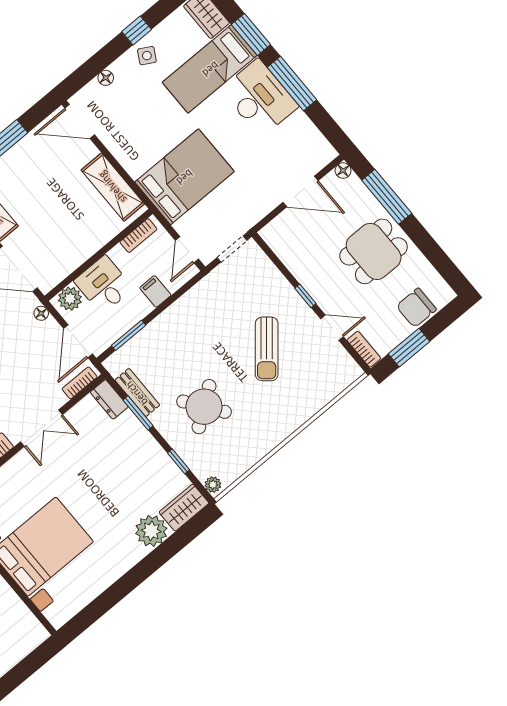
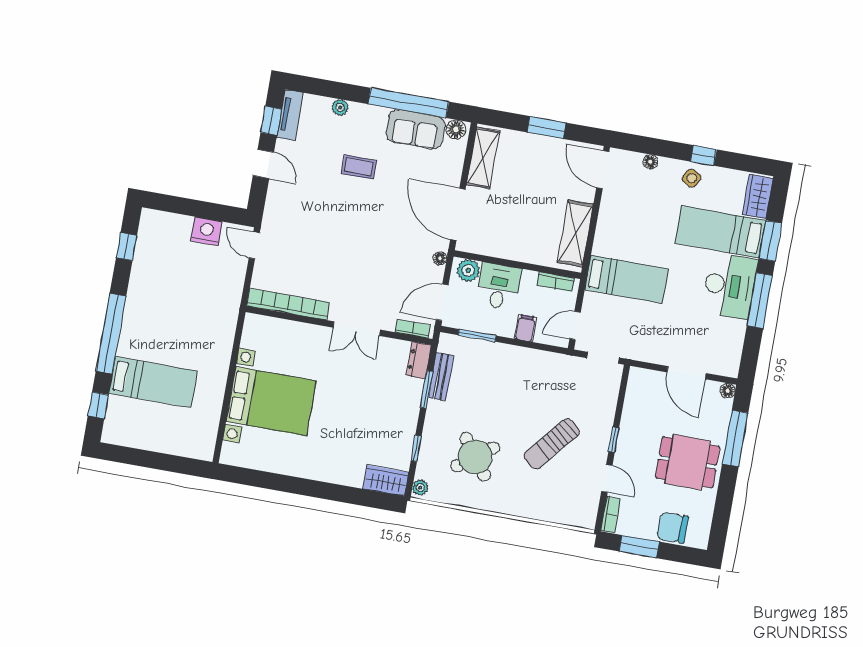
bed: (184, 177) -> (627, 279), width x0.67
round table: (204, 407) -> (475, 457), moved
plant: (151, 531) -> (349, 471), removed

